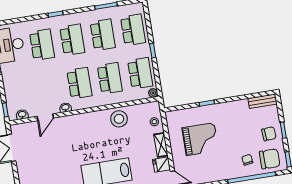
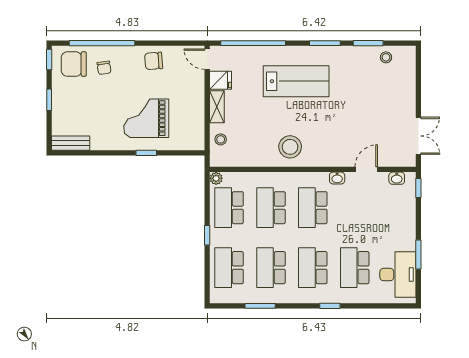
stool: (119, 119) -> (290, 147), moved
chair: (269, 134) -> (154, 61), moved
grand piano: (200, 139) -> (146, 118), moved

